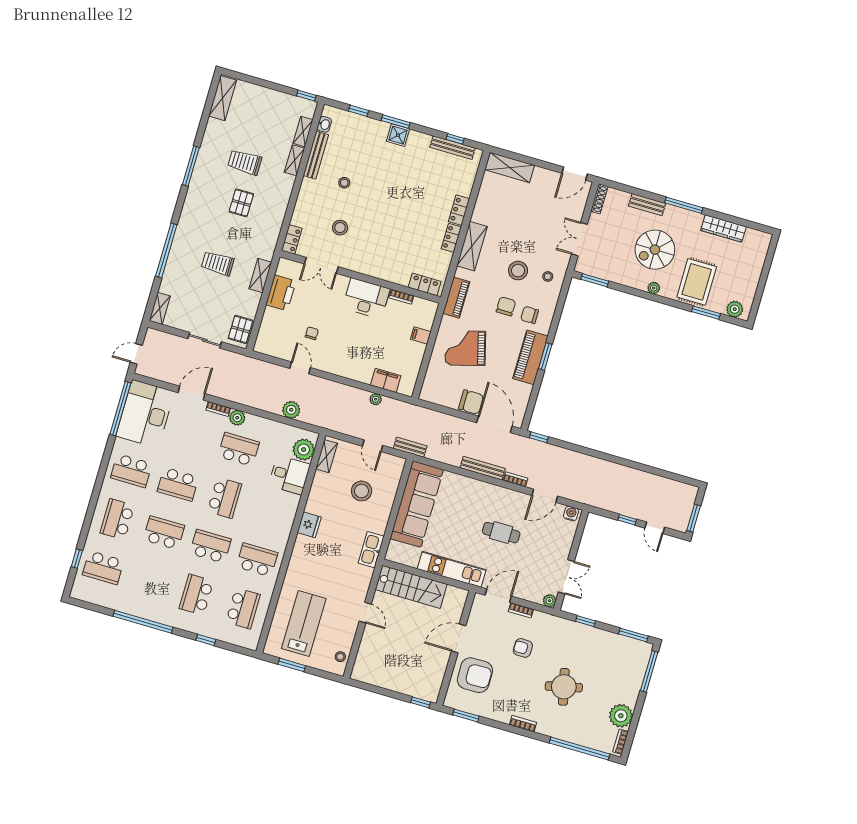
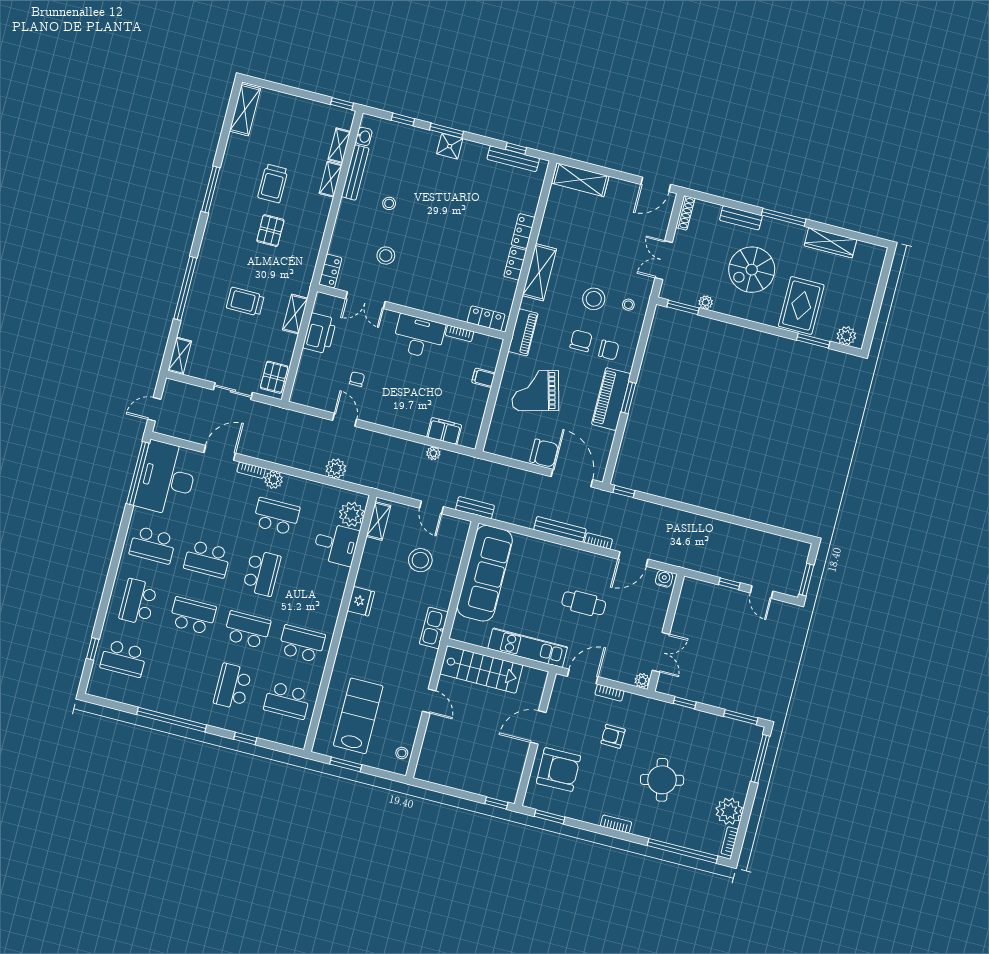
trolley: (245, 162) -> (273, 183), turned -90
plant: (654, 288) -> (706, 302), moved
chair: (530, 315) -> (609, 350), turned 180
school desk: (243, 608) -> (287, 700), turned 90

